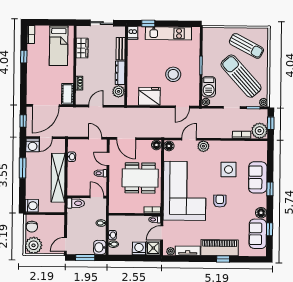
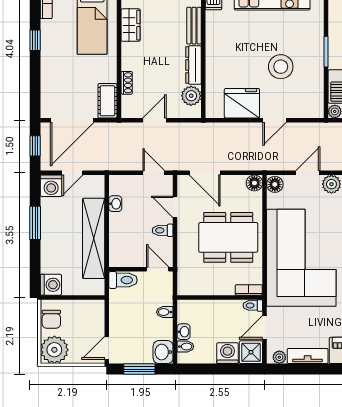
door: (182, 107) -> (274, 120), moved

